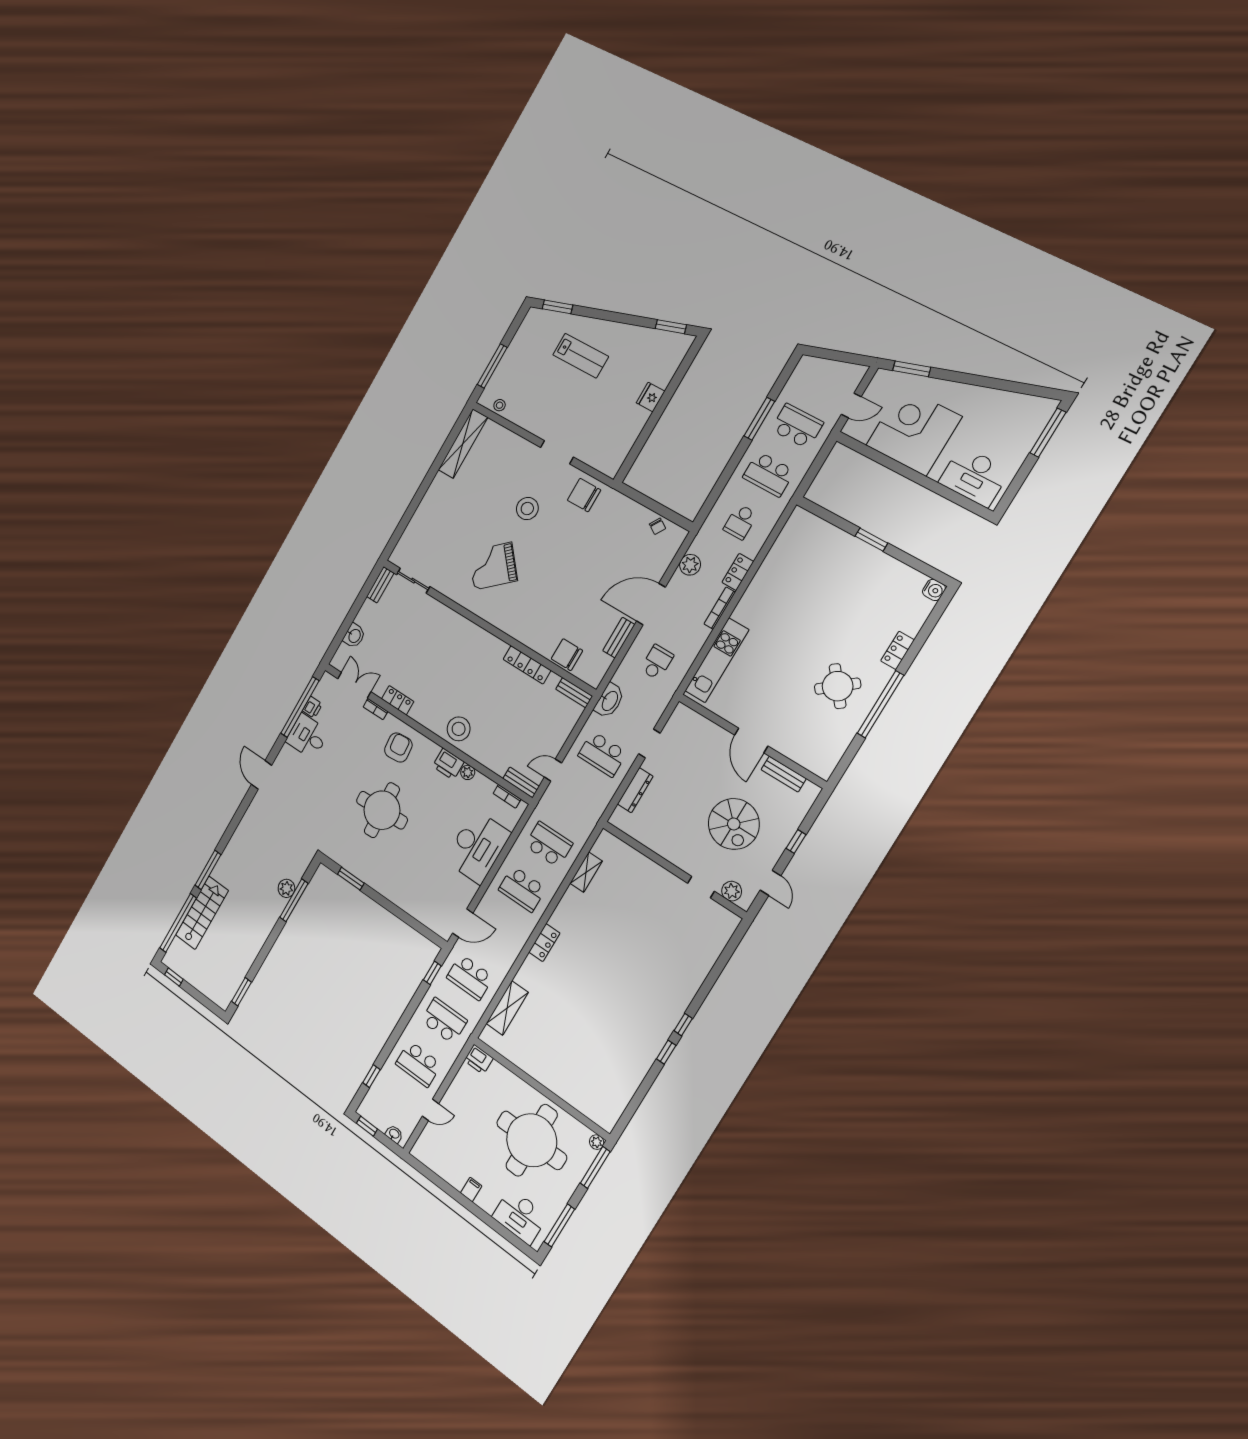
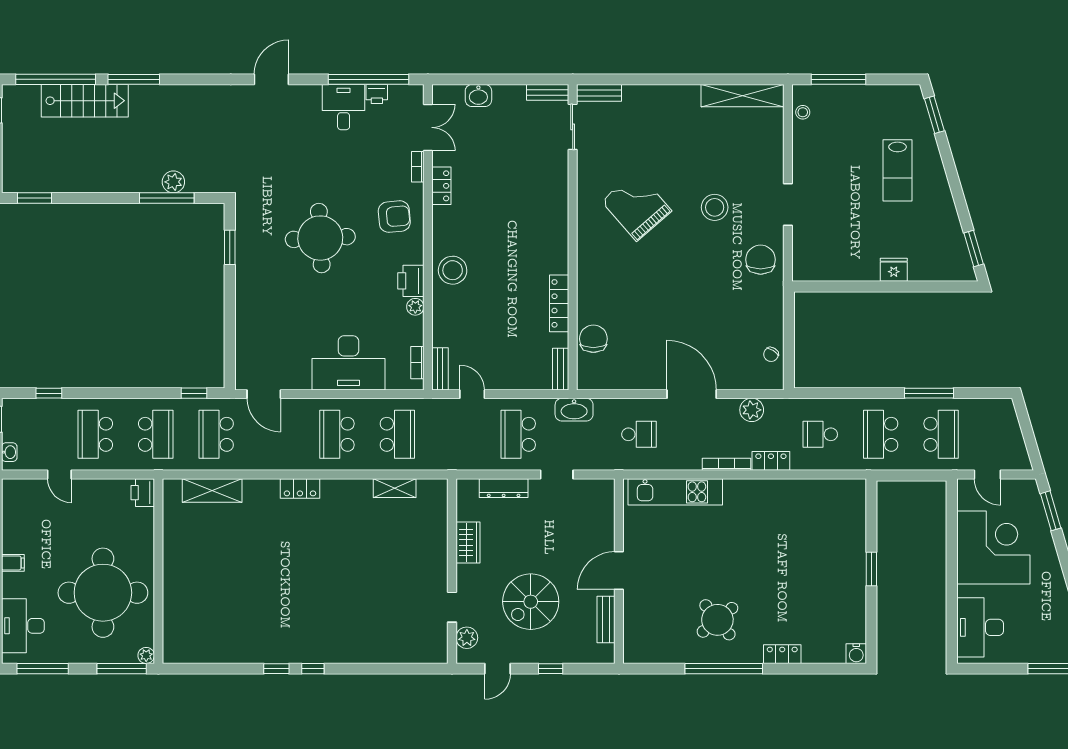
bench: (619, 638) -> (599, 93), moved
wardrobe: (660, 843) -> (468, 543), added

